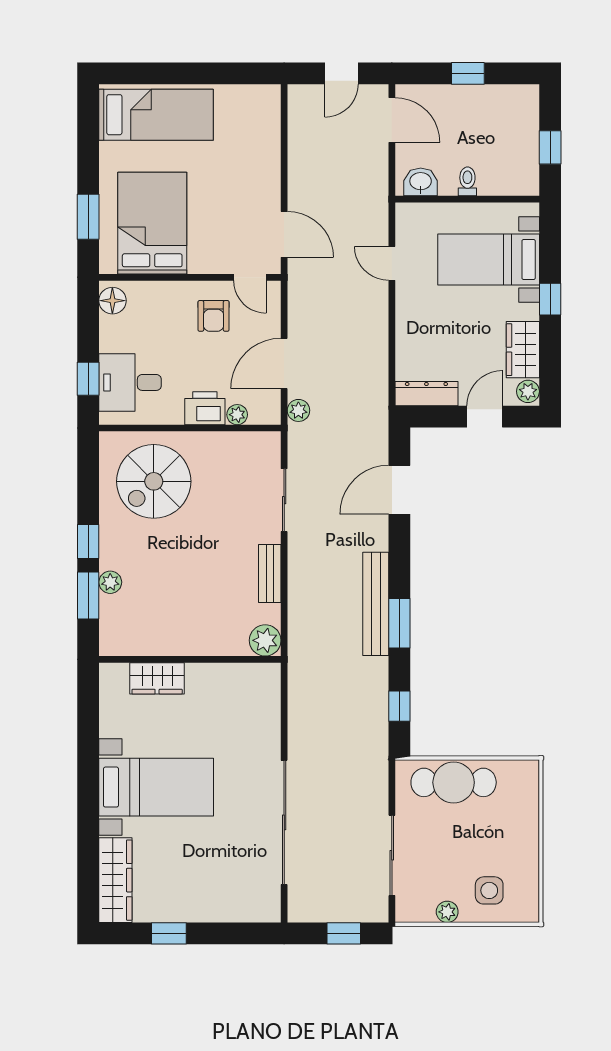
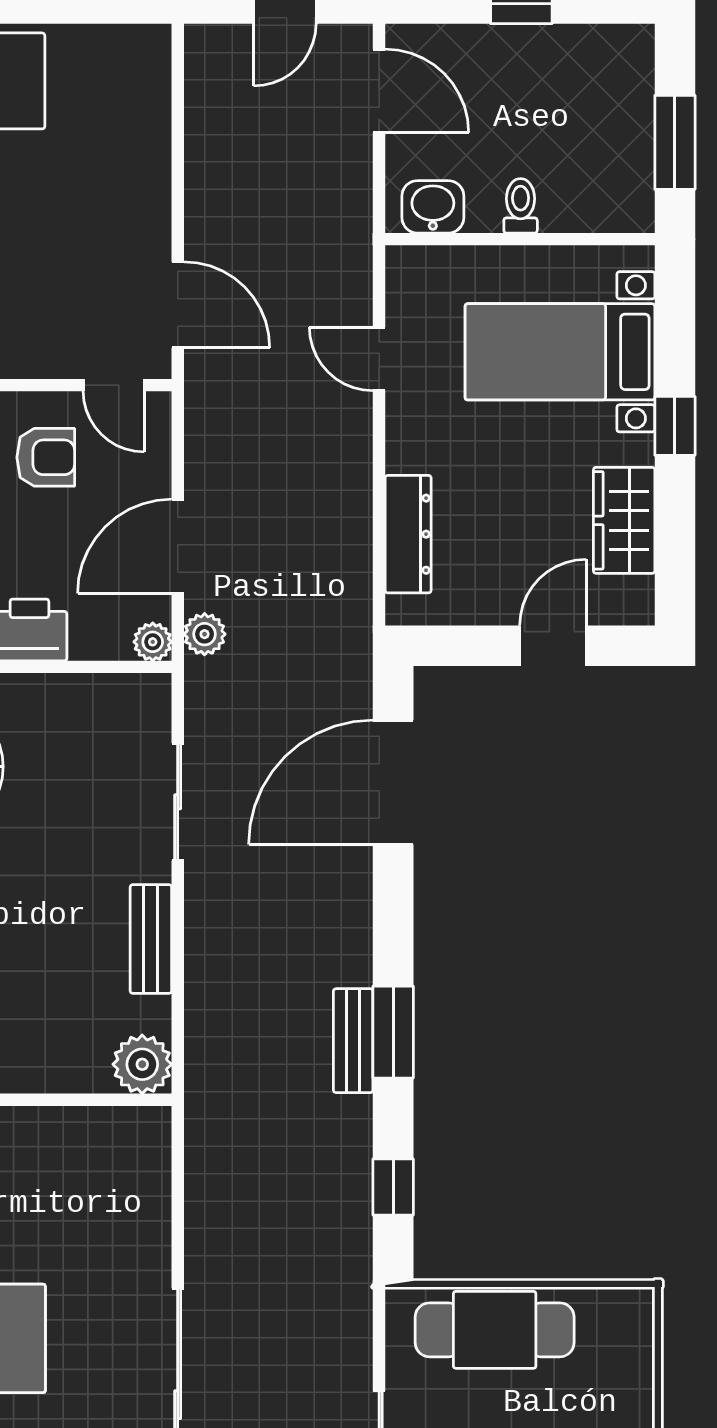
window: (550, 147) -> (675, 142), width x1.50
armchair: (214, 316) -> (46, 457), turned -90
plant: (528, 391) -> (634, 599), removed
dresser: (426, 394) -> (408, 534), moved, turned 90
plant: (237, 415) -> (153, 642), moved
door: (399, 490) -> (393, 782), width x1.36
bench: (376, 604) -> (353, 1041), width x0.54, depth x0.82

